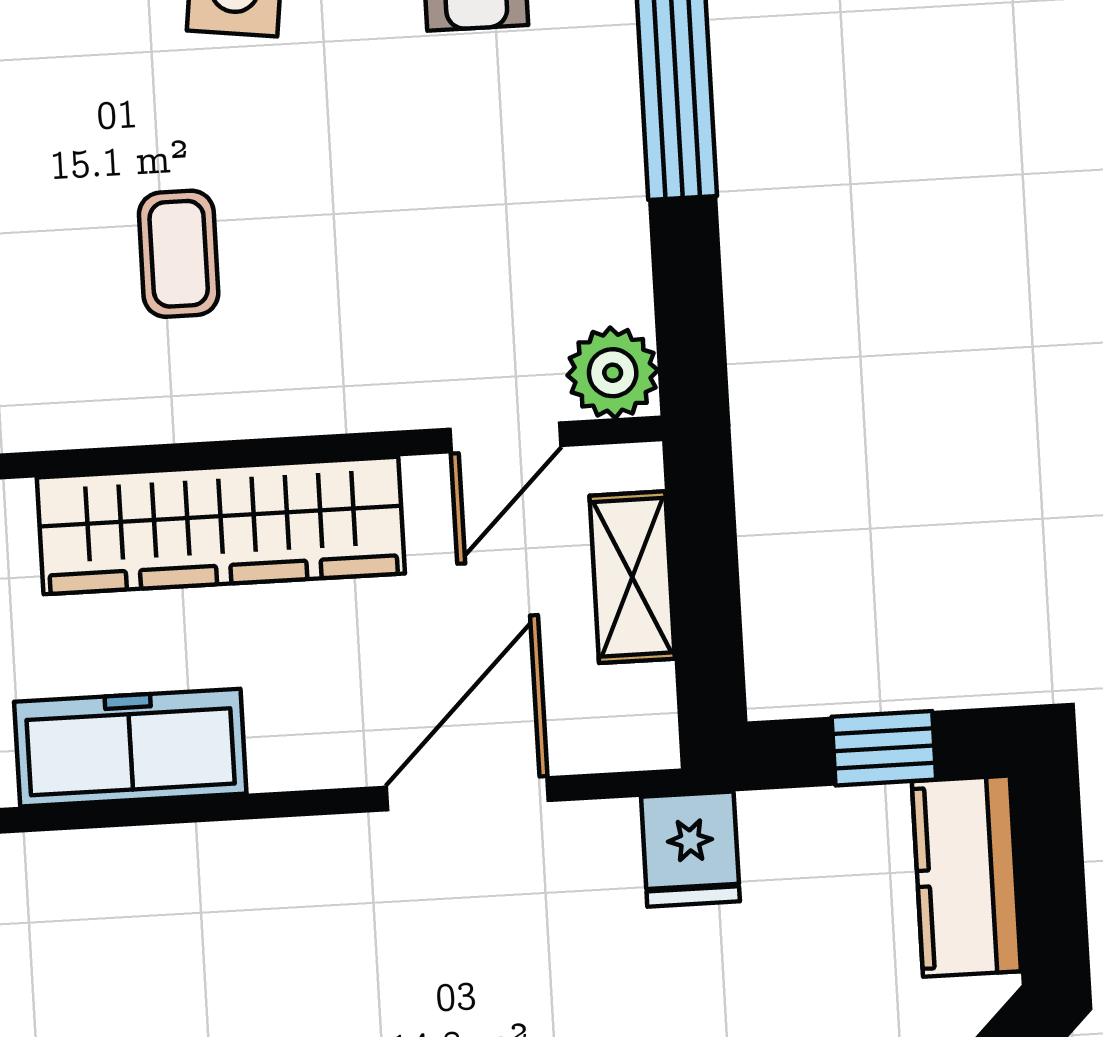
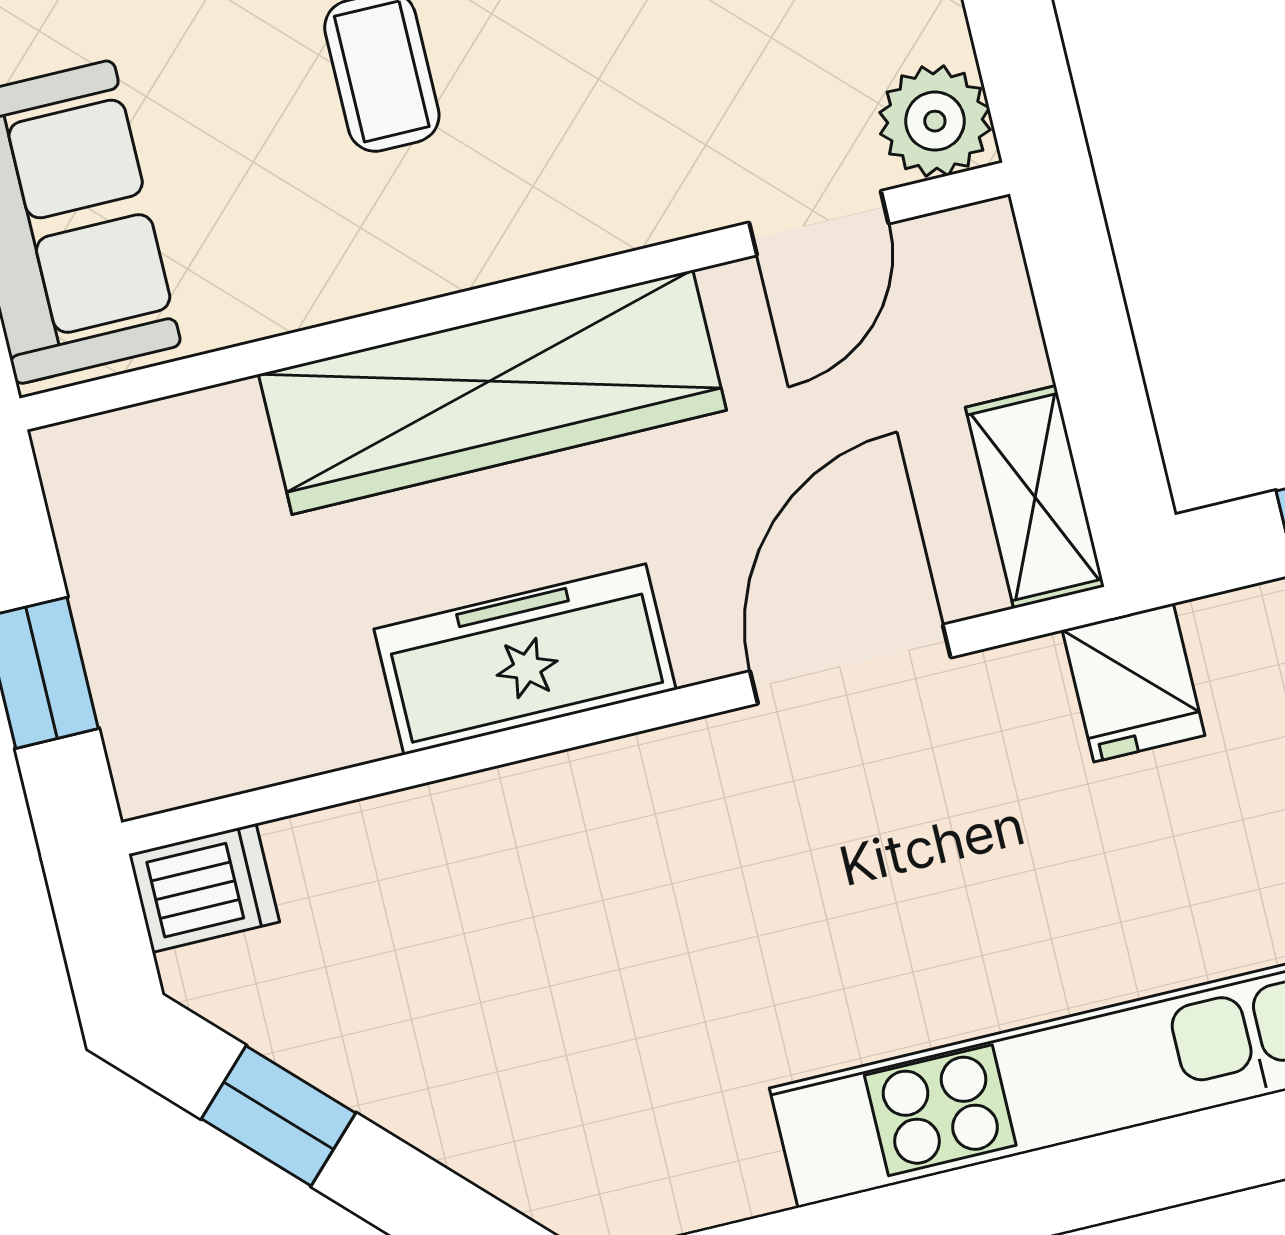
shelving: (632, 577) -> (1035, 497), moved
freezer: (130, 748) -> (525, 659), moved

